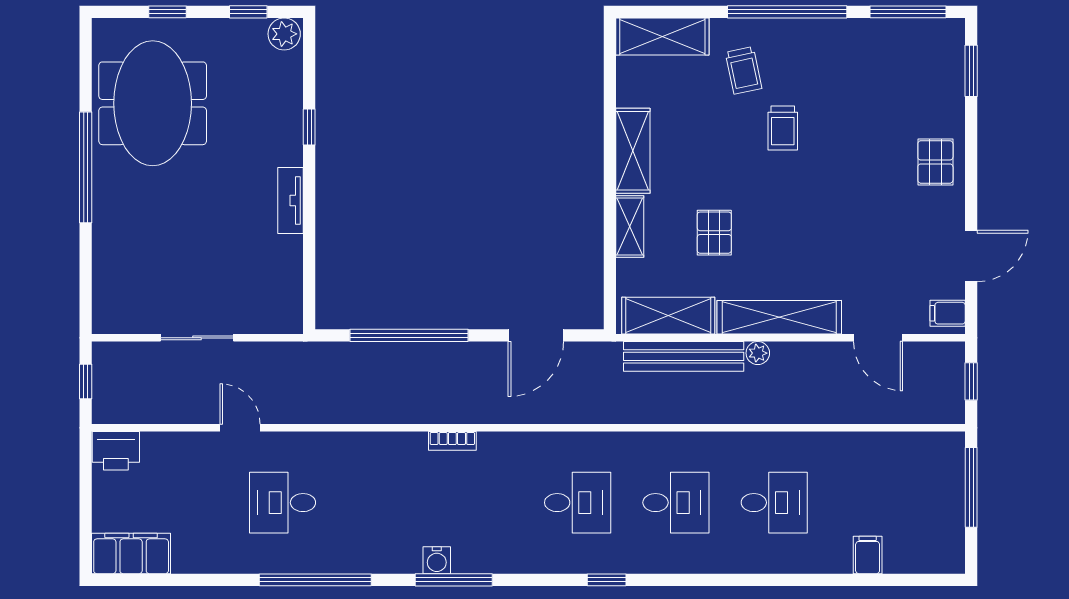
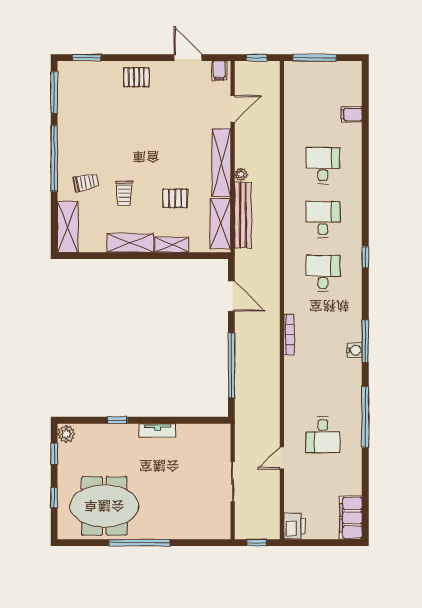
trolley: (783, 128) -> (124, 193), moved, turned 90
bookcase: (452, 441) -> (289, 334), width x1.56

